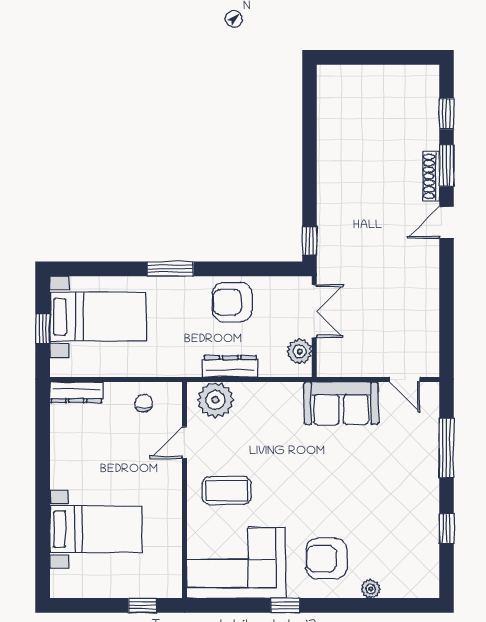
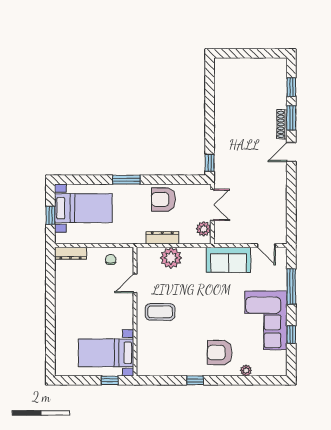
plant: (215, 400) -> (171, 258), moved
bed with nightstands: (96, 529) -> (106, 353), moved, turned 180
corner sofa: (236, 563) -> (266, 320), moved, turned -90

